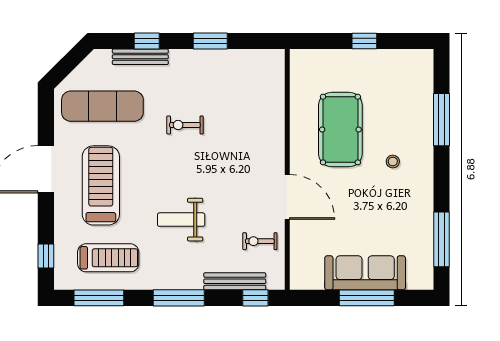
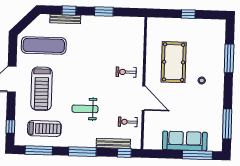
exercise bike: (185, 125) -> (126, 72), moved
treadmill: (101, 185) -> (42, 89), turned 180
window: (367, 298) -> (197, 155), moved

